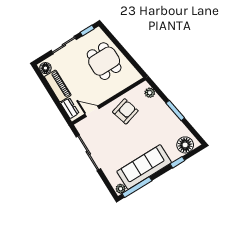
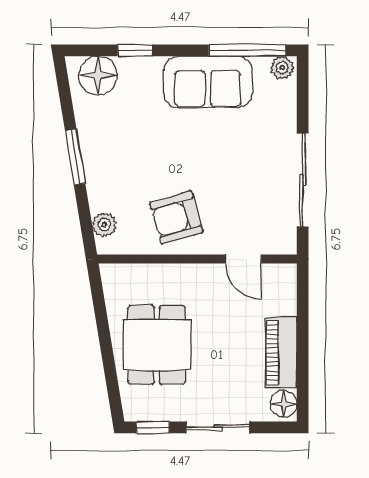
dresser: (70, 108) -> (284, 293), removed
sofa: (144, 167) -> (208, 82), width x0.73

